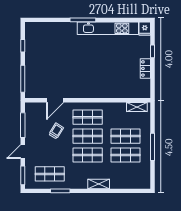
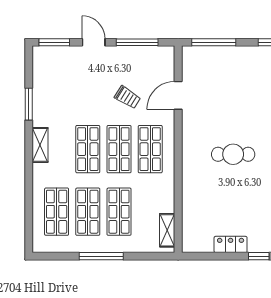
cafe table: (91, 67) -> (233, 154), added
door: (55, 100) -> (178, 95), hinge flipped
shop shelf: (50, 174) -> (57, 212), moved
shelving: (99, 184) -> (40, 145), moved

